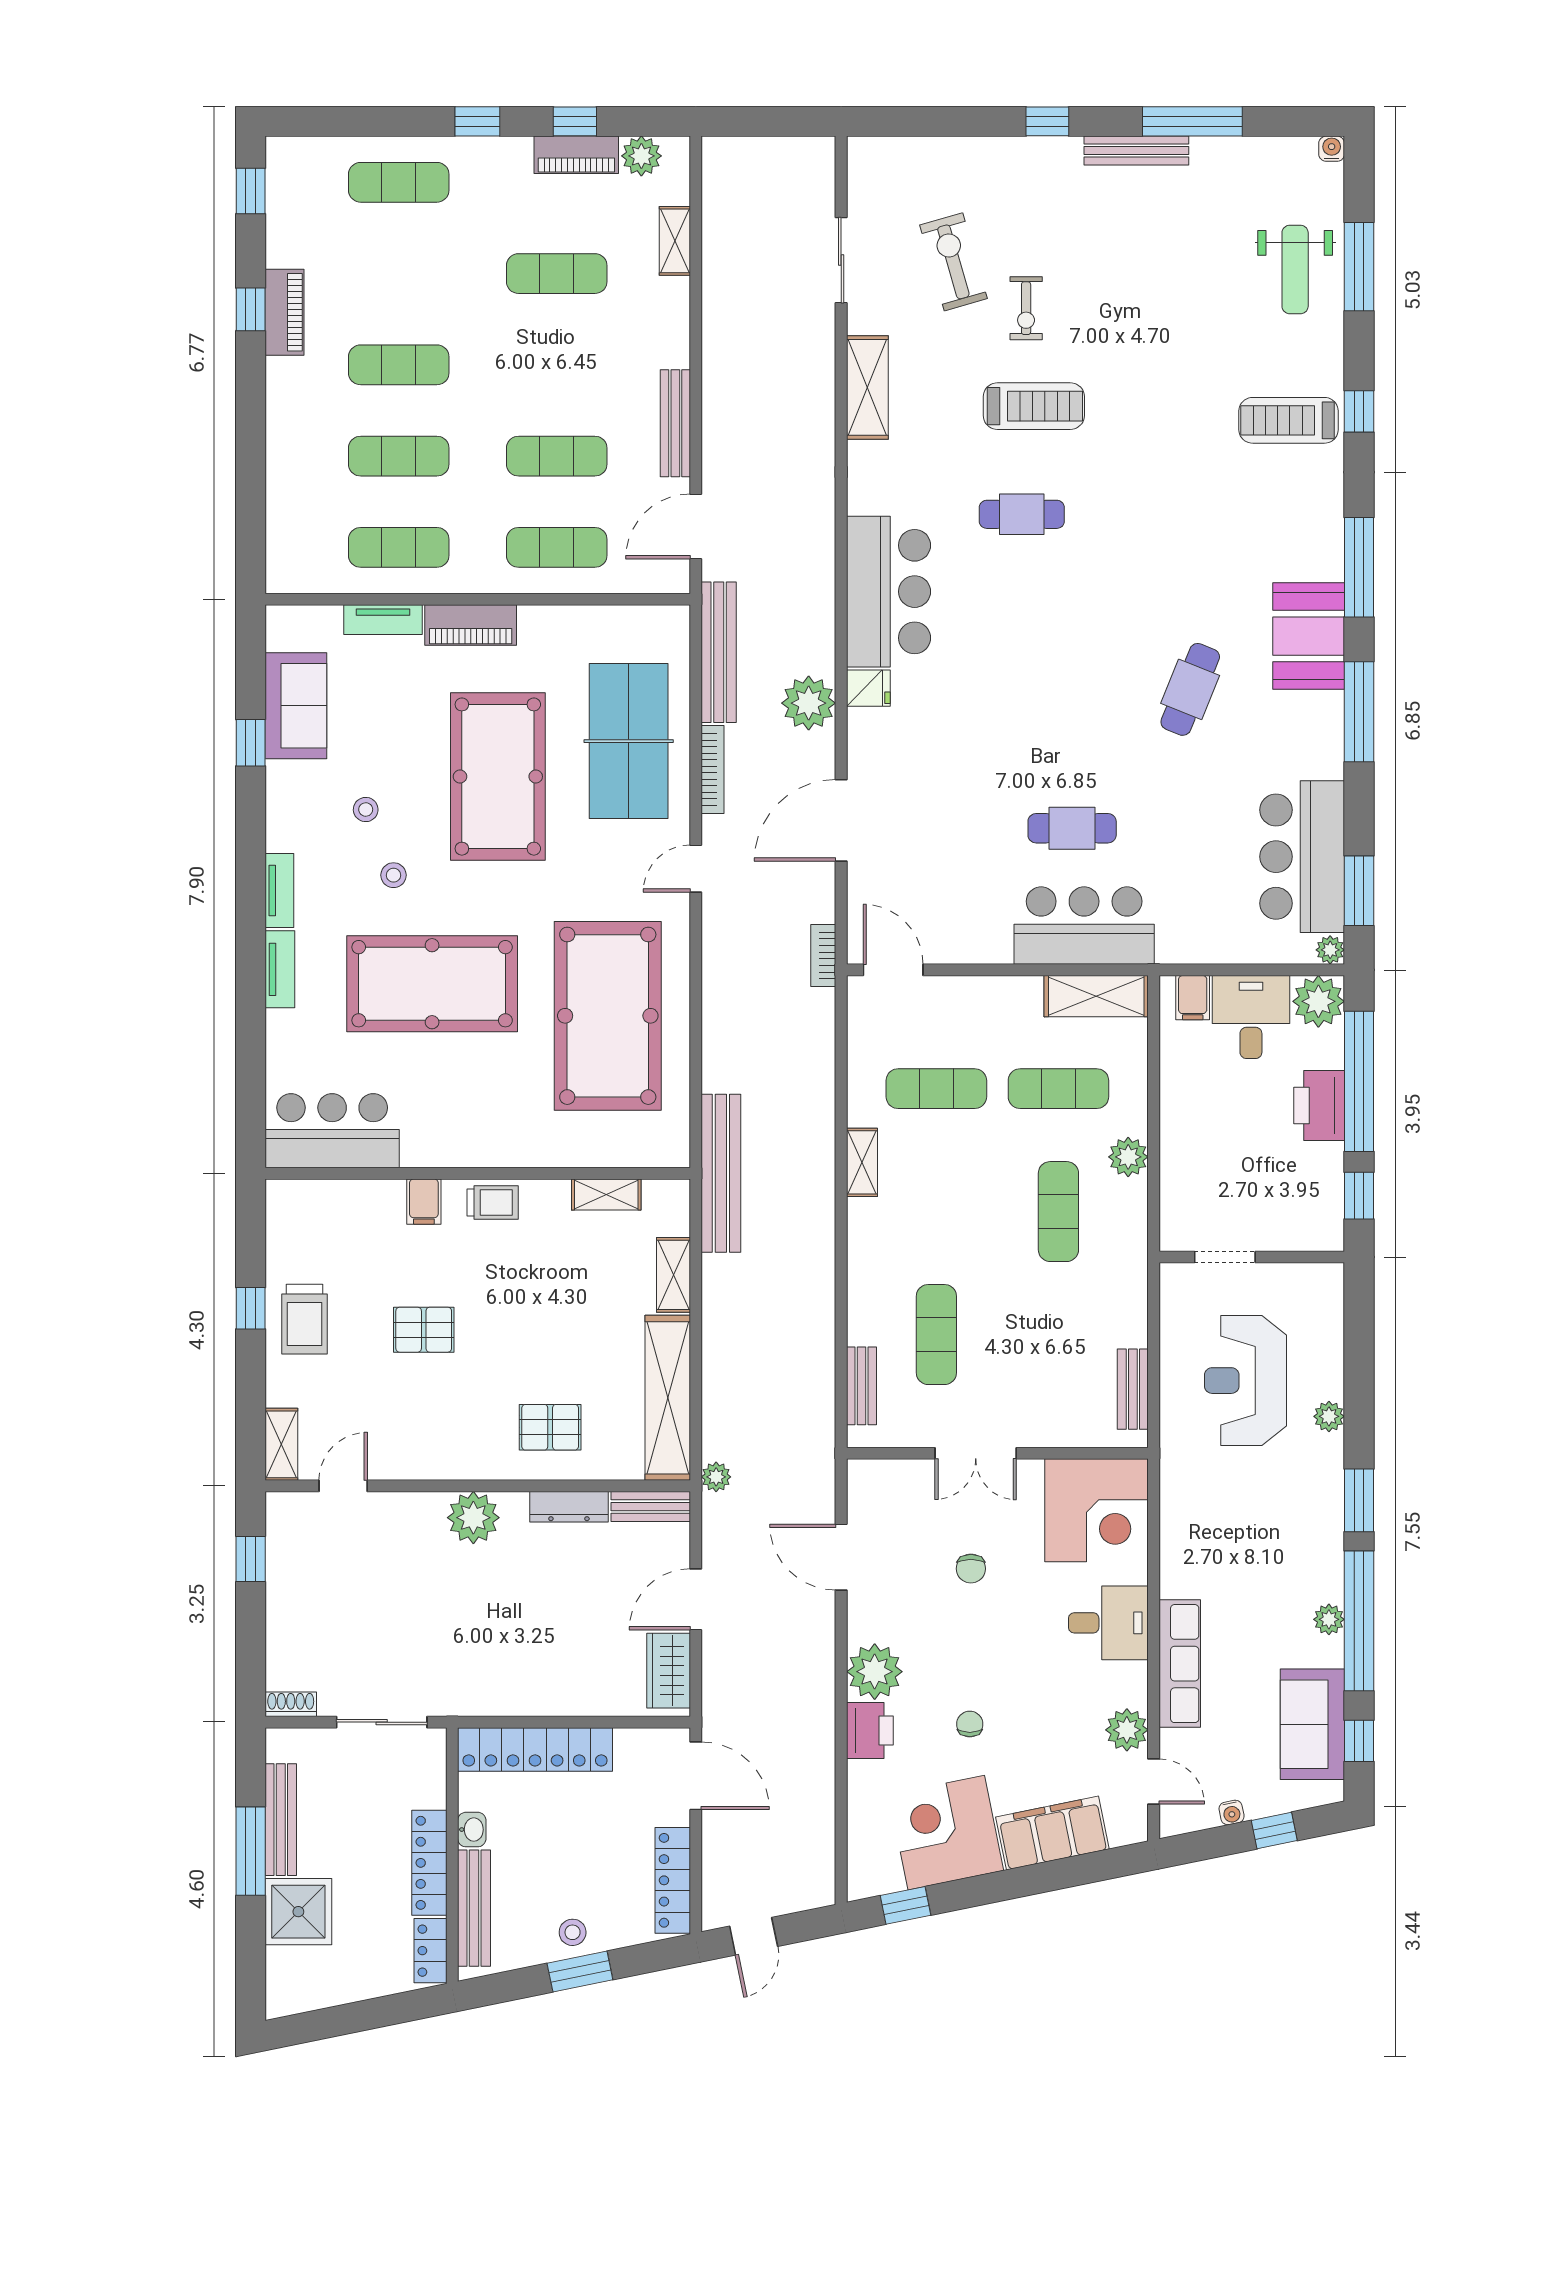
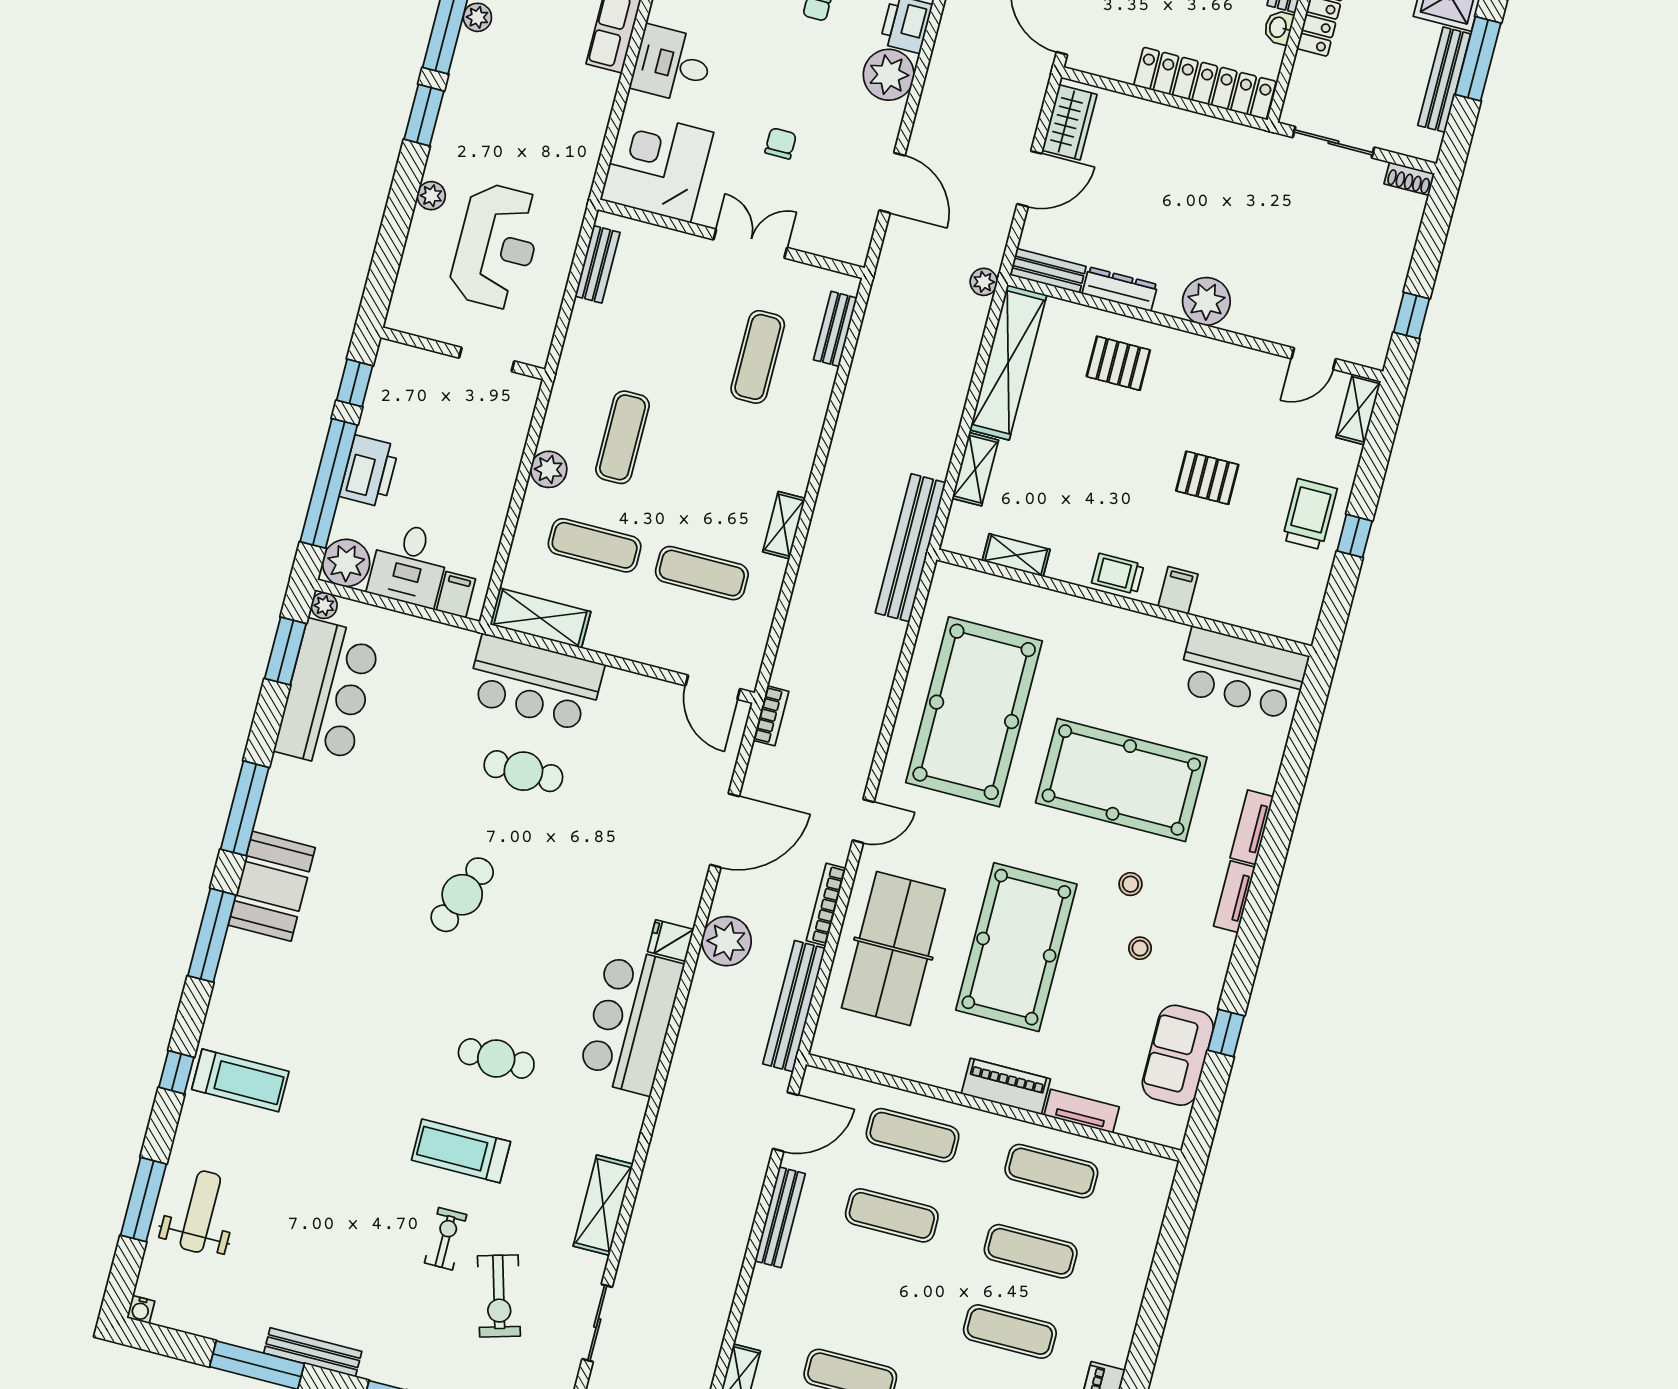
cafe table: (1190, 689) -> (462, 895), moved

